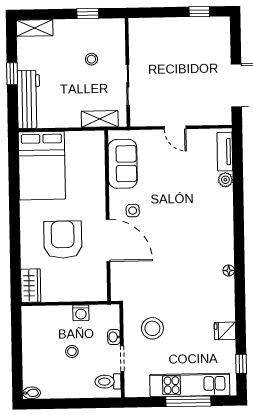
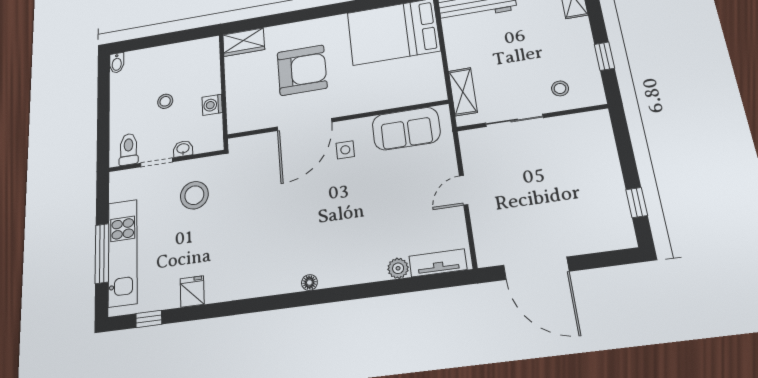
stool: (91, 59) -> (560, 88), moved
floor lamp: (229, 270) -> (309, 282), moved

